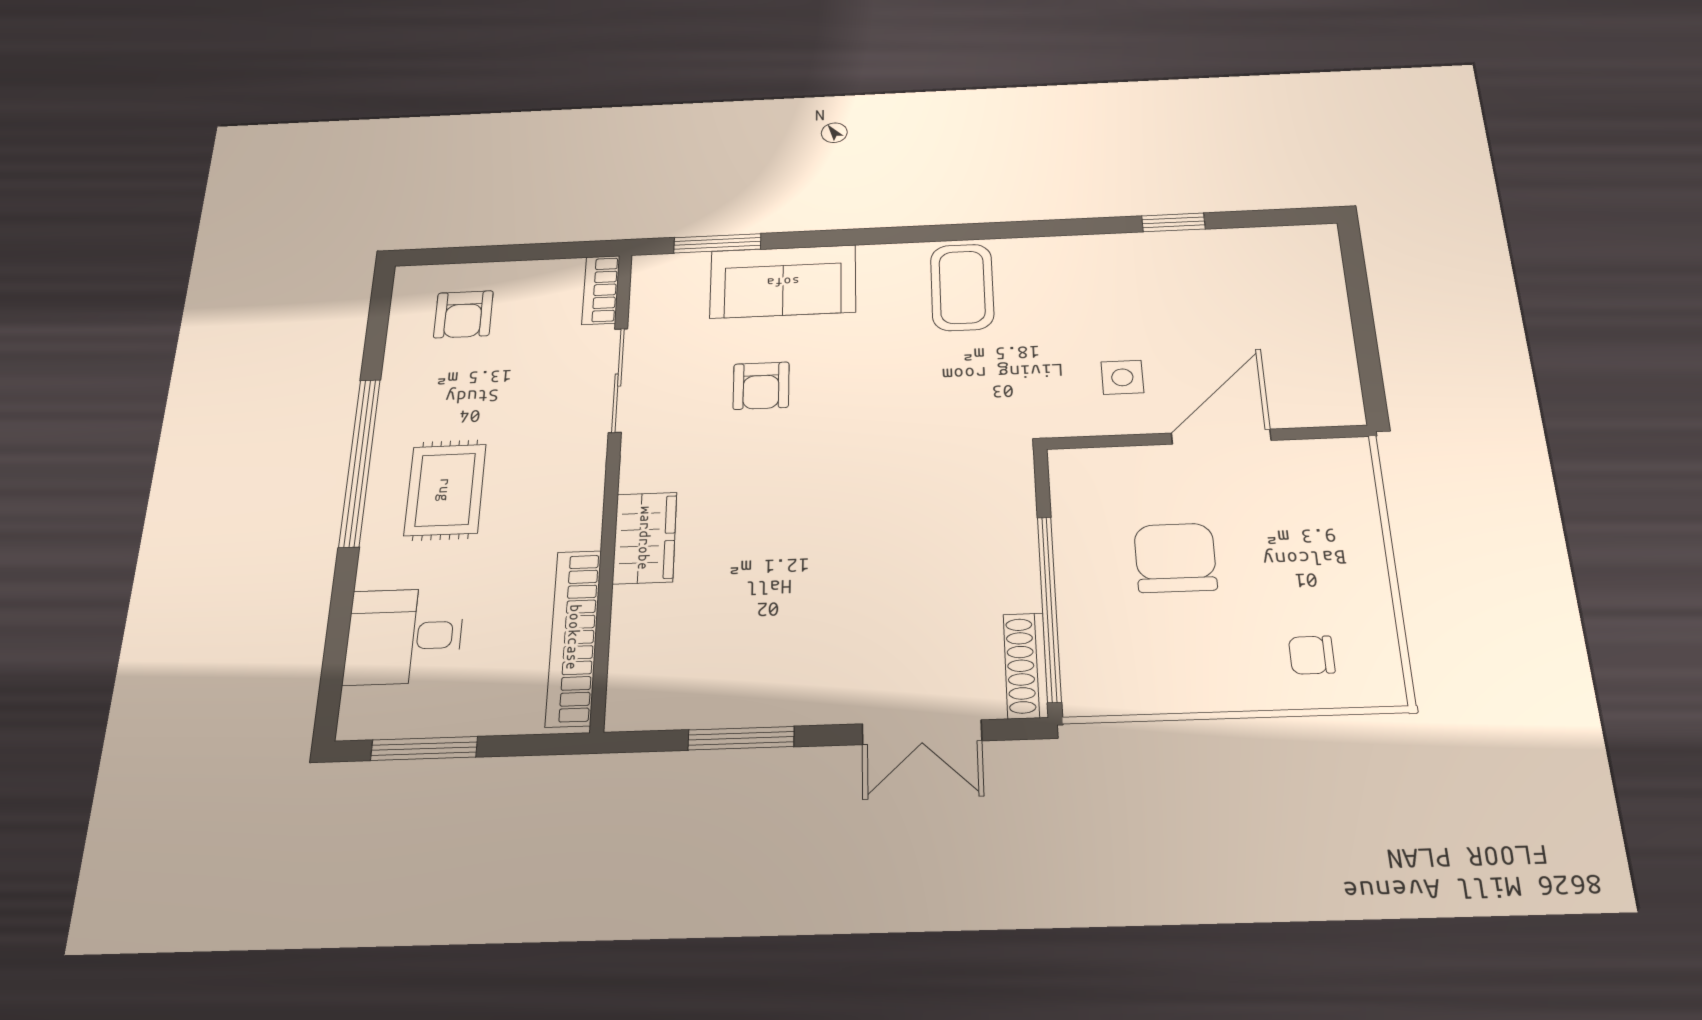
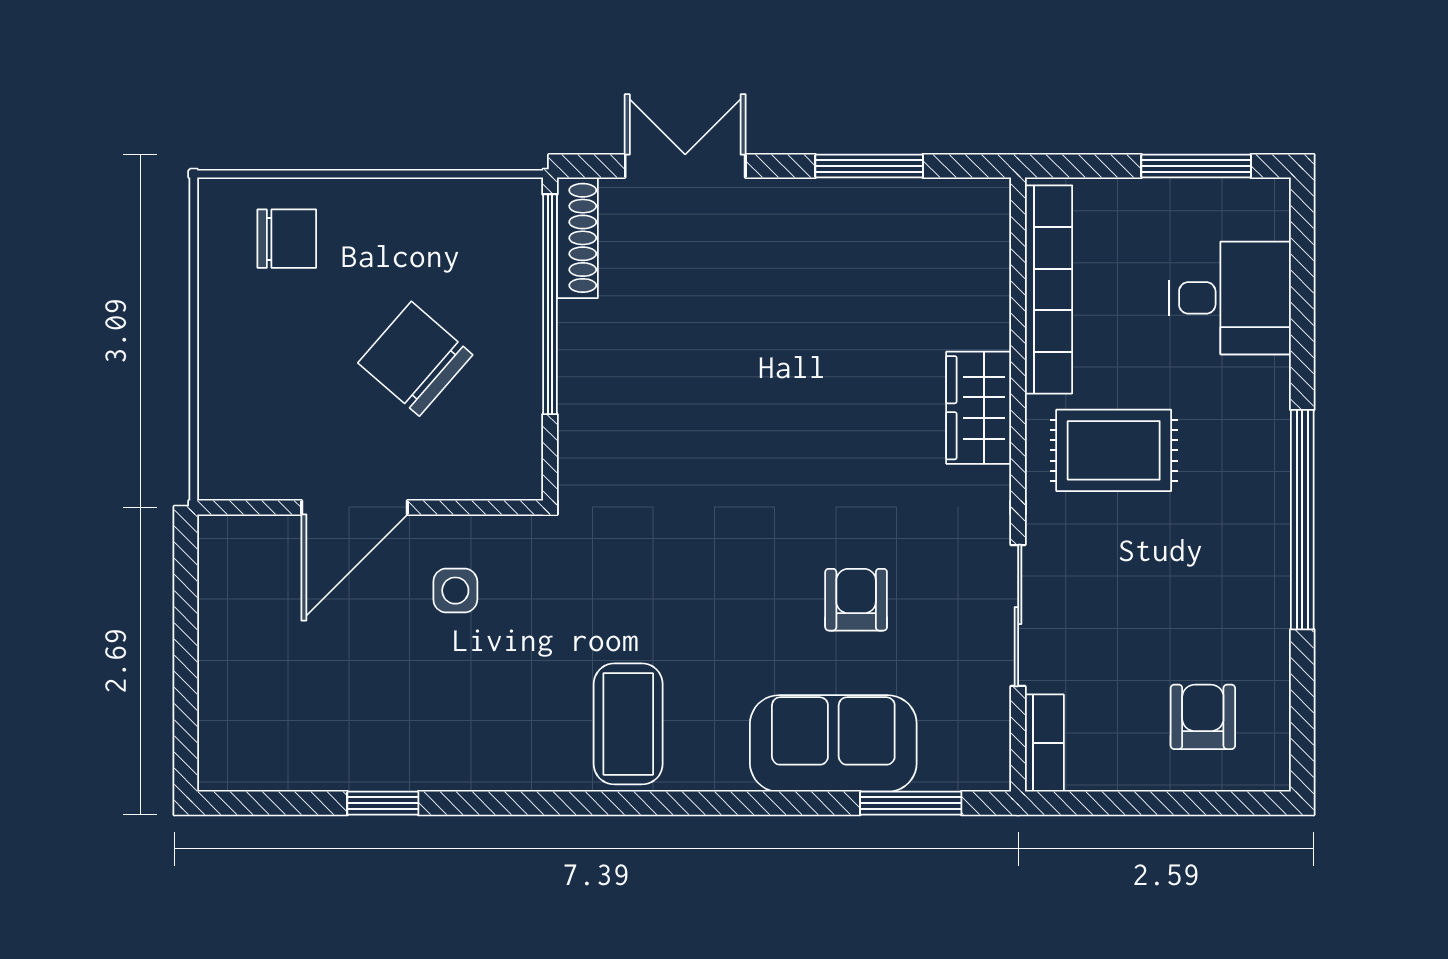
rug: (445, 490) -> (1114, 450), moved, turned 90
chair: (1175, 558) -> (415, 359), turned 131
chair: (1312, 655) -> (287, 239), width x1.37, depth x1.37

